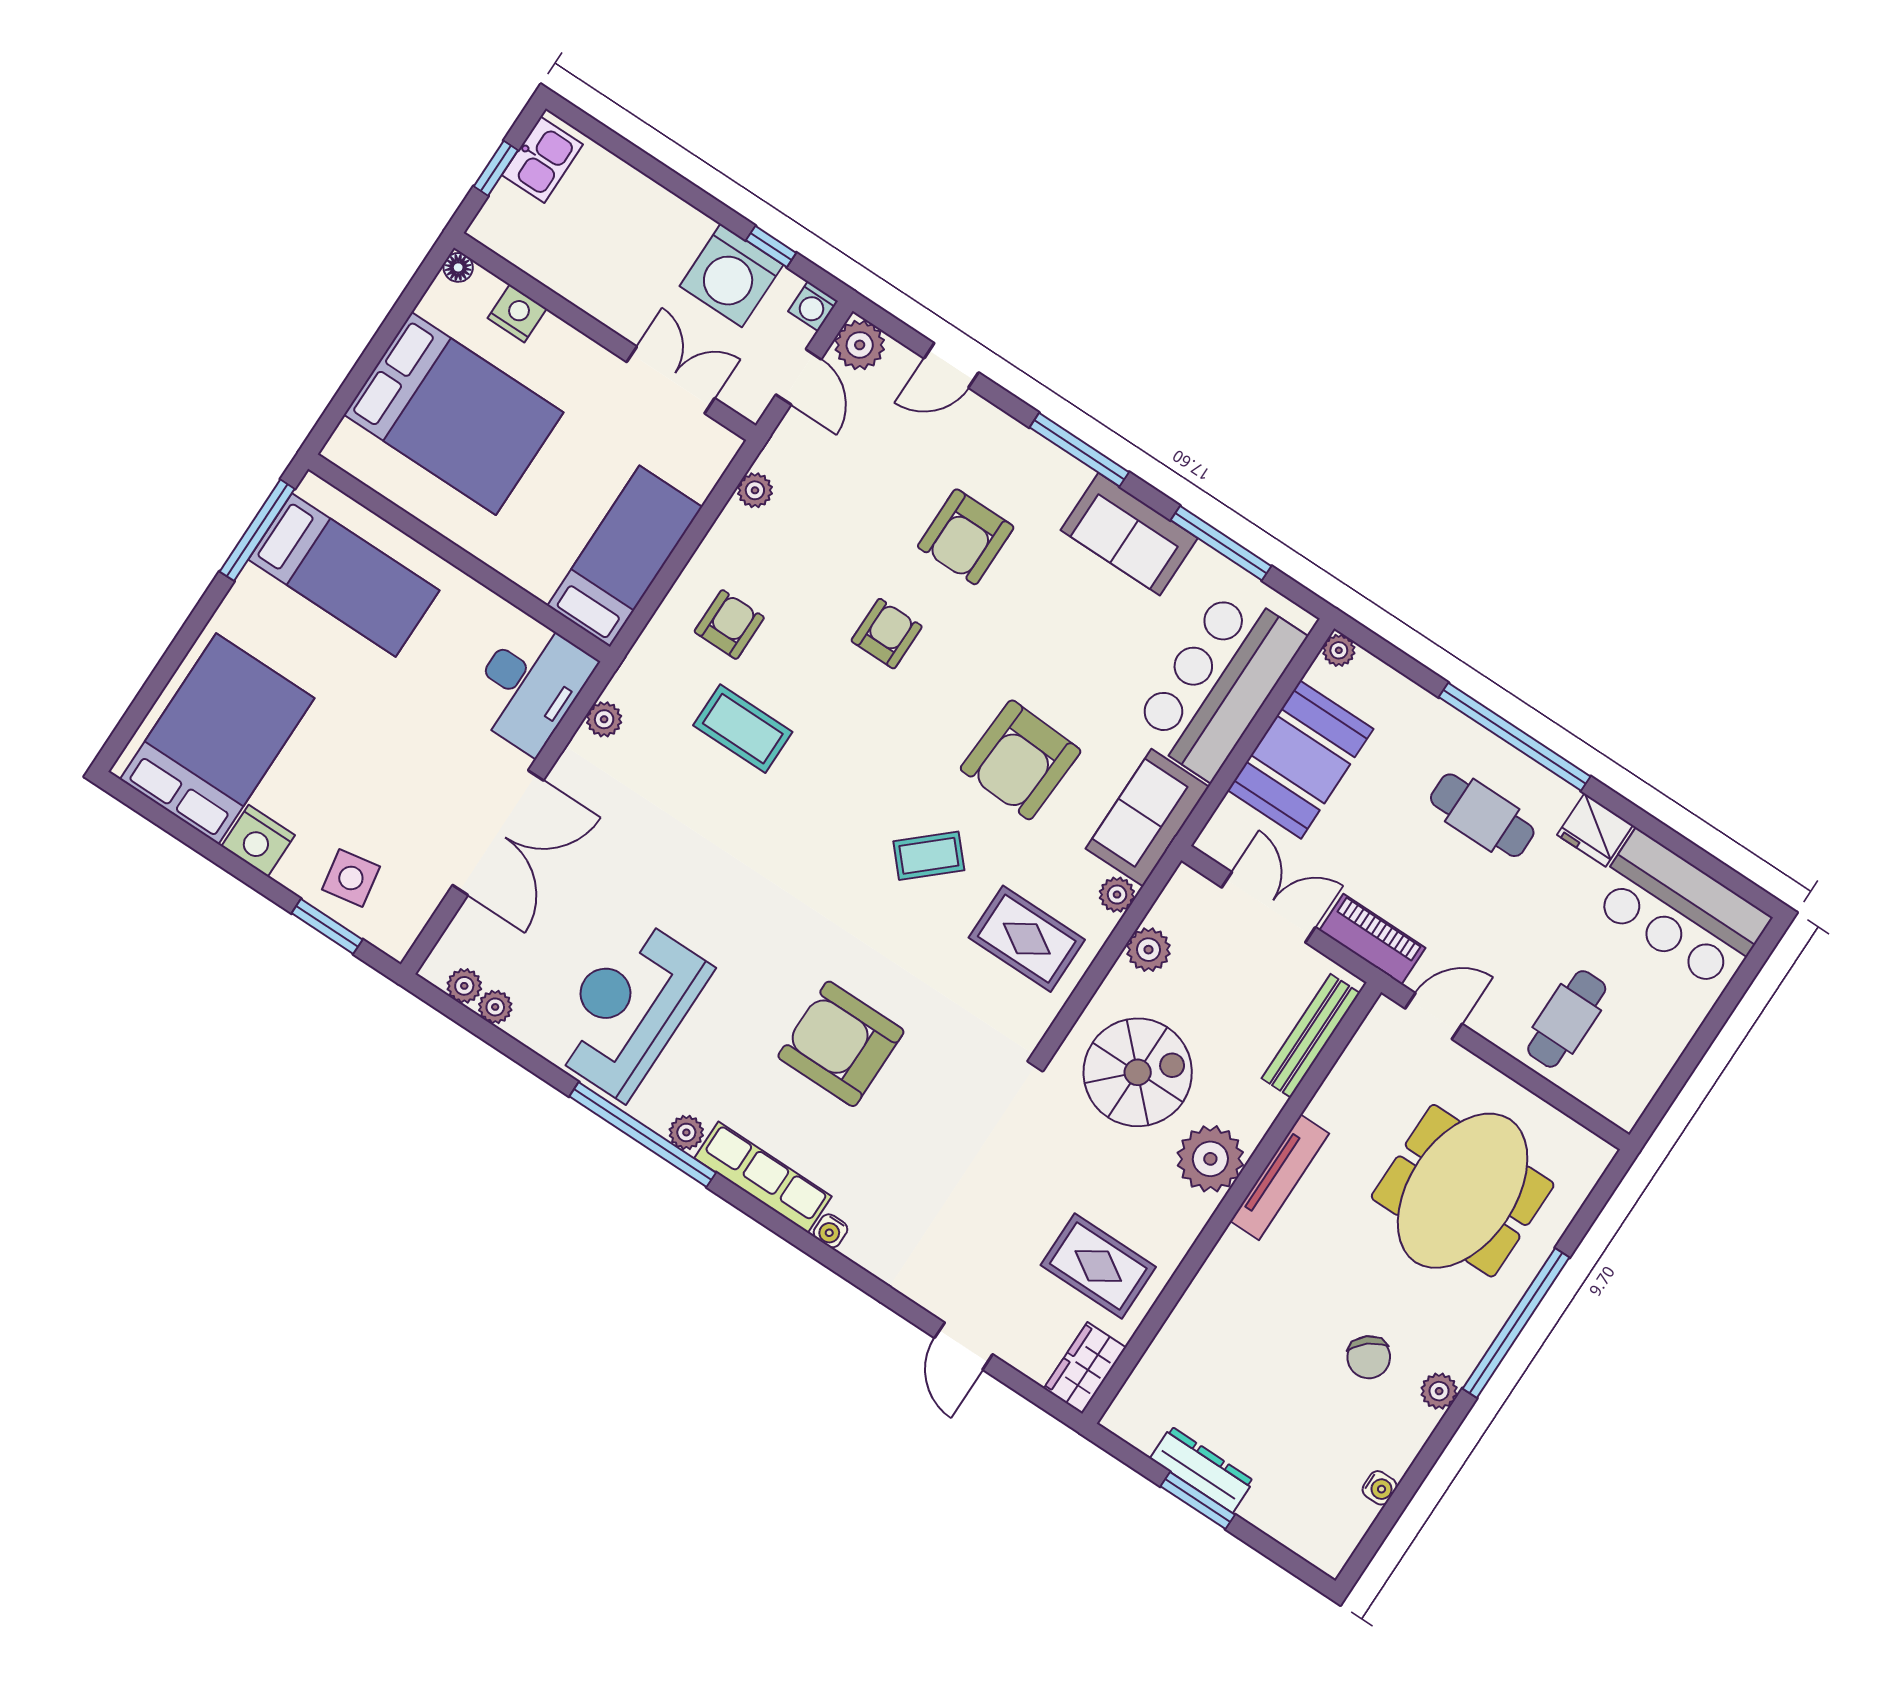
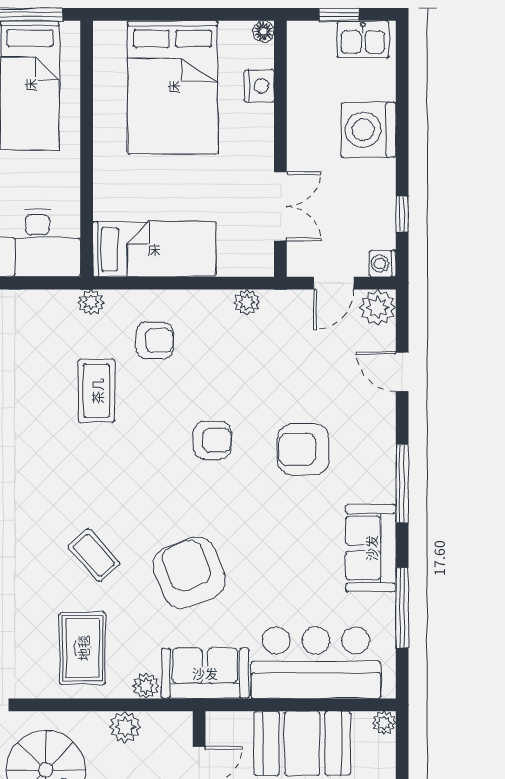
washing machine: (731, 275) -> (368, 130), moved
plant: (604, 719) -> (91, 302), moved
armchair: (1021, 760) -> (189, 573), turned 65

